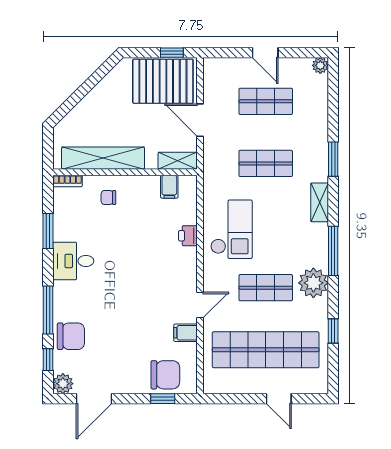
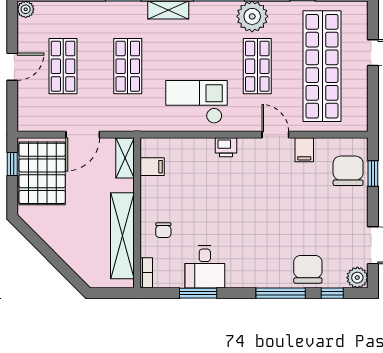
printer: (188, 236) -> (226, 147), moved
desk: (73, 261) -> (205, 267), moved

